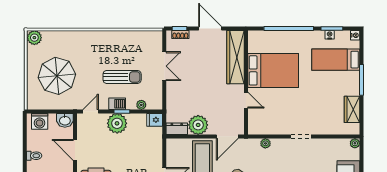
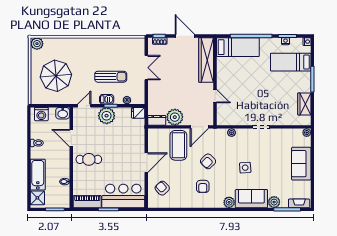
bed: (273, 70) -> (238, 47), moved, width x0.67

